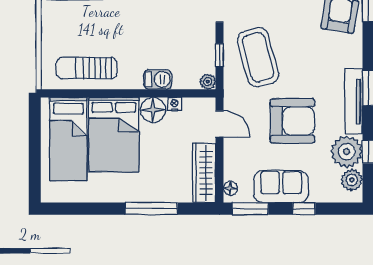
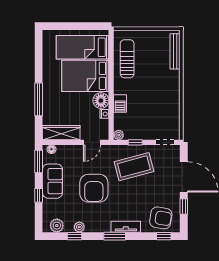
tv unit: (354, 101) -> (126, 227), moved, width x0.71
plant: (347, 152) -> (79, 227), width x0.53, depth x0.53

